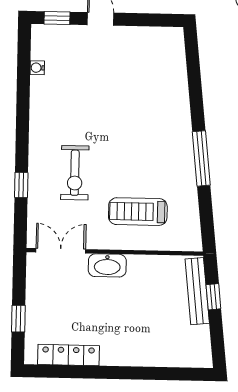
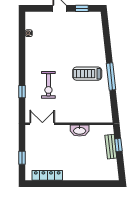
window: (57, 18) -> (82, 8), moved
treadmill: (138, 212) -> (87, 74), moved
washbasin: (107, 265) -> (80, 131), moved
bench: (197, 291) -> (111, 147), width x0.73

